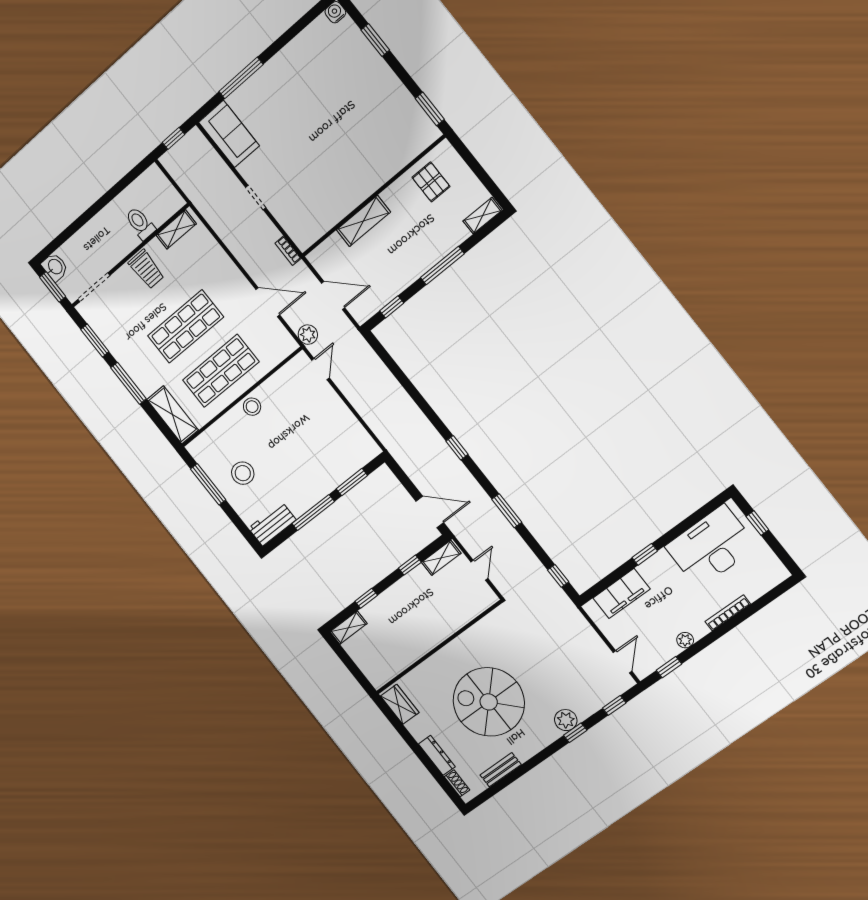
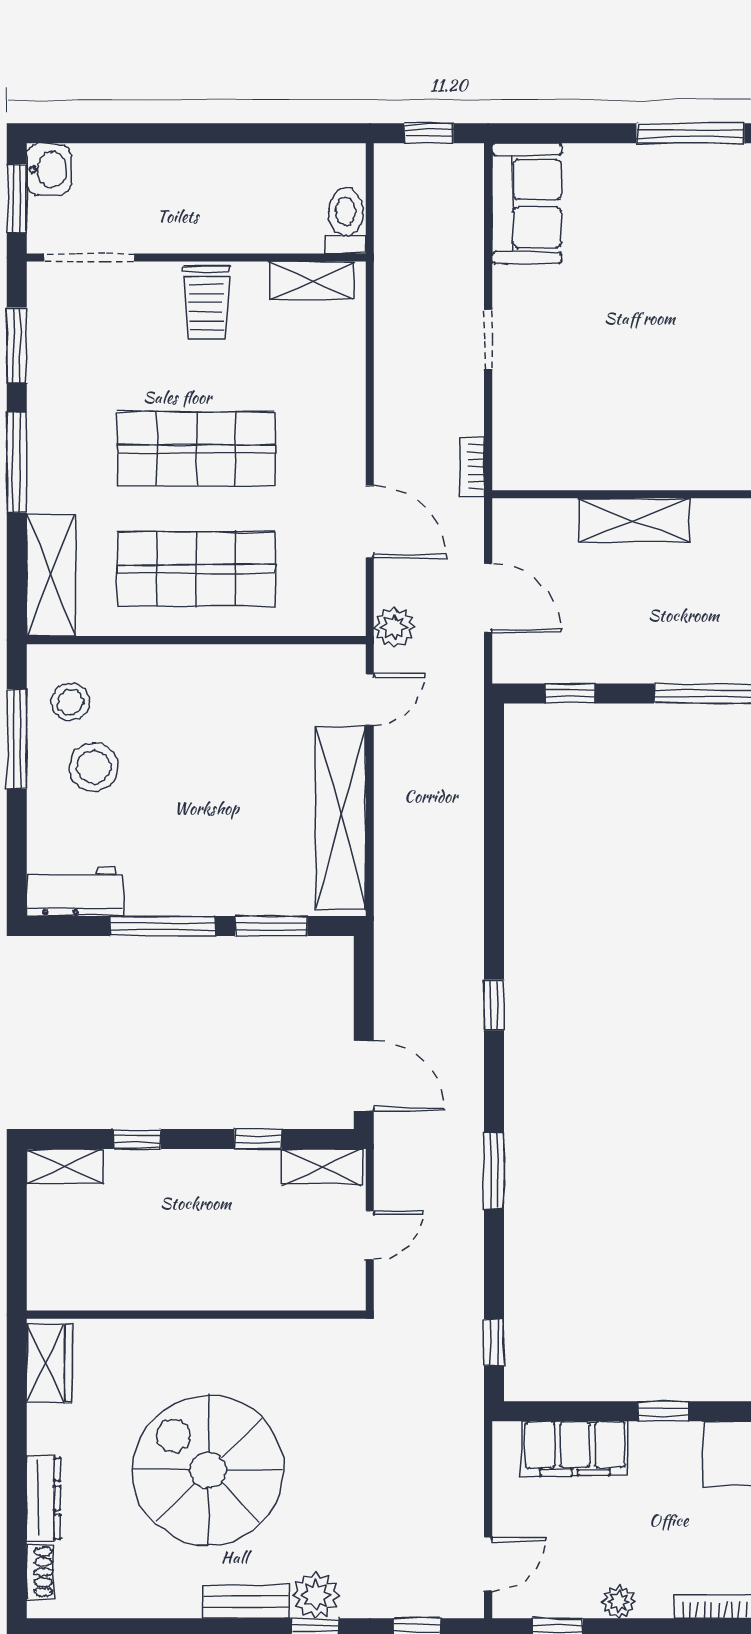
window: (241, 78) -> (690, 133), moved
toilet: (140, 223) -> (346, 221), moved
stool: (252, 407) -> (70, 702), moved
shelving: (345, 422) -> (341, 818), added
bench: (501, 770) -> (246, 1602), moved

